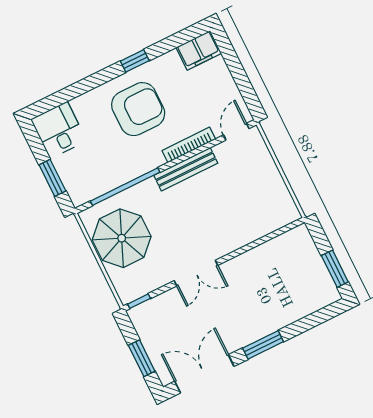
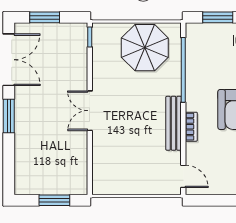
bookcase: (189, 145) -> (191, 127), width x0.64
window: (335, 269) -> (54, 200), moved
double door: (196, 273) -> (90, 111), moved

